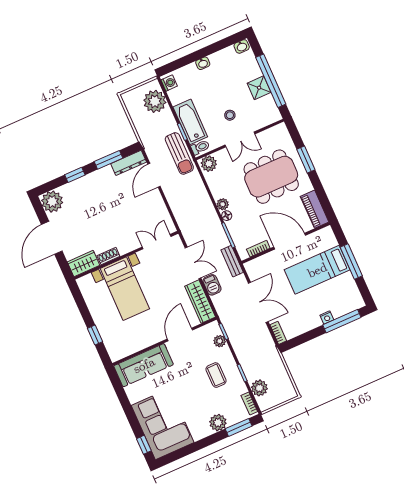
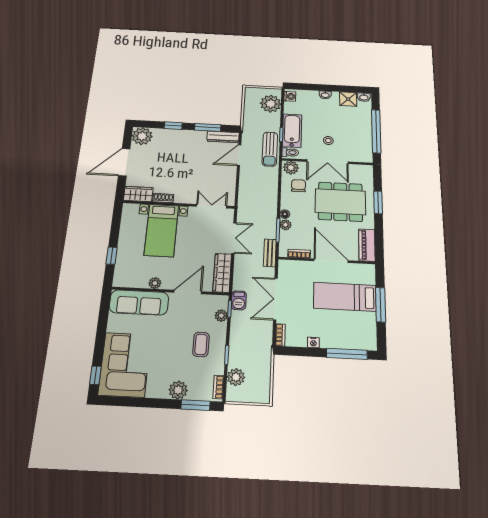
shower: (259, 88) -> (348, 99), moved
double door: (240, 139) -> (328, 162), width x1.37
chair: (225, 179) -> (299, 186), added
plant: (223, 204) -> (285, 225), moved
barbecue: (212, 285) -> (239, 300), moved
double door: (258, 302) -> (275, 299), swing flipped
nightstand: (327, 318) -> (313, 342), moved
plant: (147, 341) -> (155, 283), added

